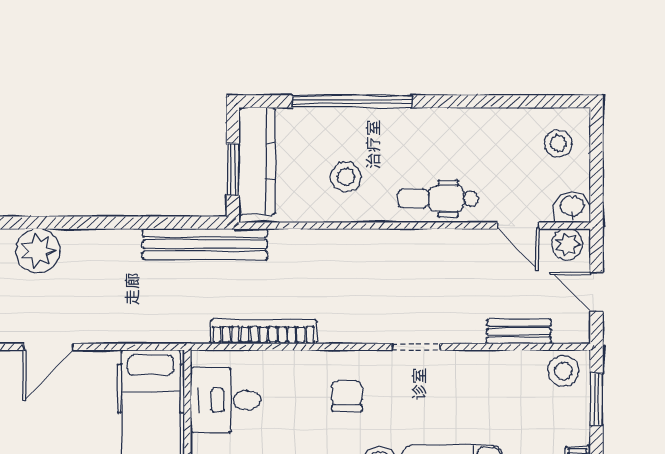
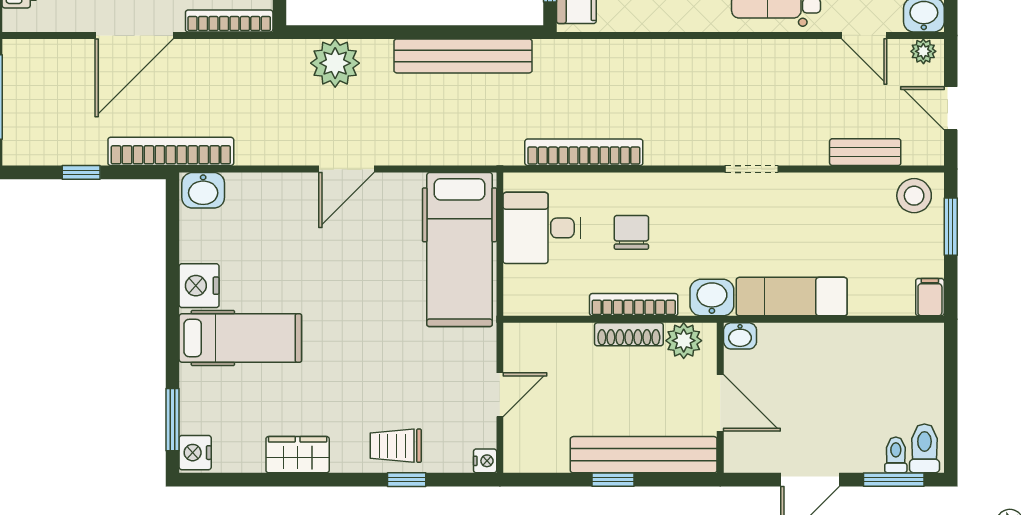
bench: (205, 244) -> (463, 56), moved
plant: (567, 244) -> (923, 51), width x0.73, depth x0.73
chair: (347, 396) -> (631, 232), moved

